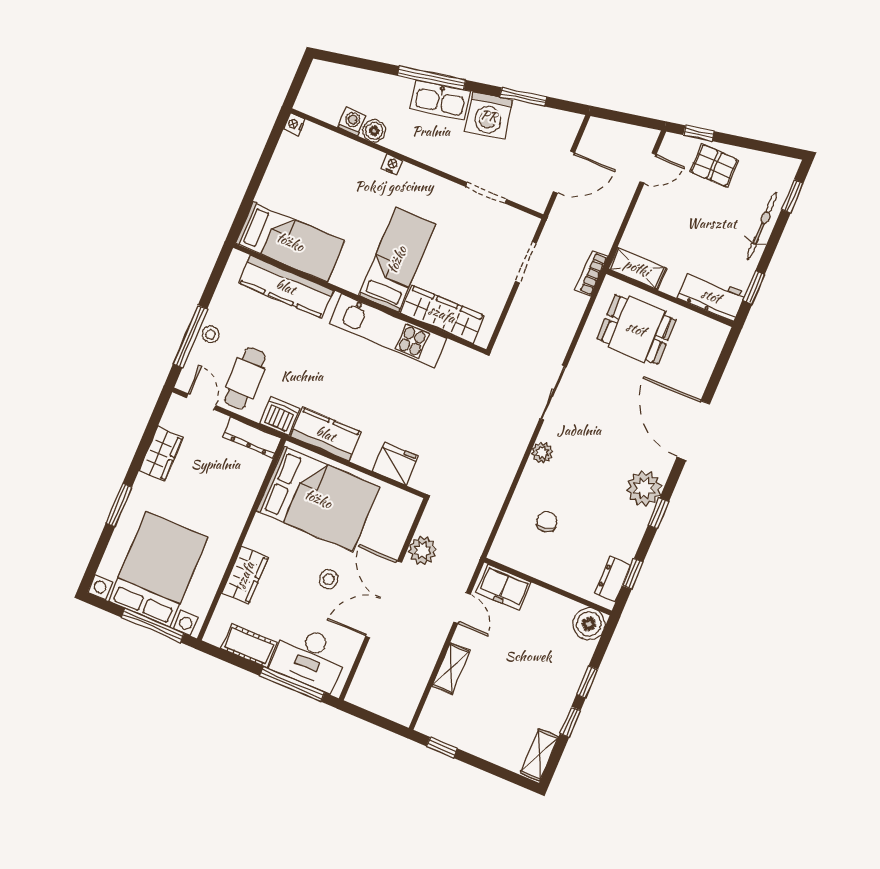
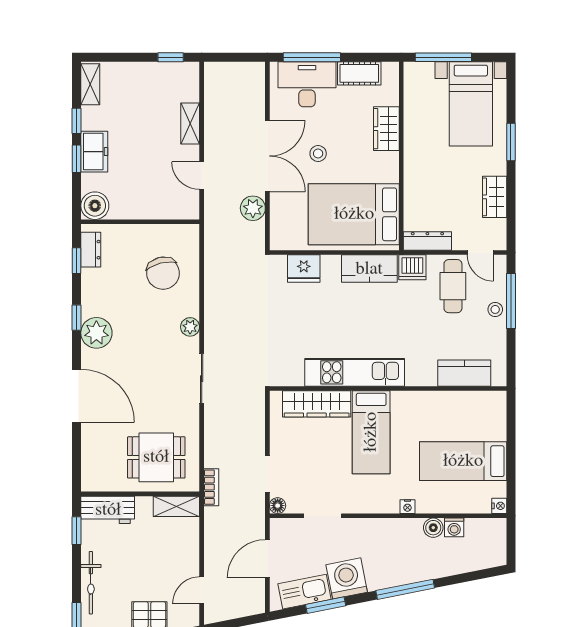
kitchen sink: (440, 100) -> (305, 592), moved
floor lamp: (529, 224) -> (278, 506), added
bed: (290, 242) -> (463, 461), moved
kitchen counter: (286, 287) -> (464, 373), width x0.67
chair: (547, 522) -> (163, 273), width x1.87, depth x1.87
bed with nightstands: (158, 569) -> (471, 104), width x0.73
freezer: (504, 587) -> (94, 152), moved, turned 90

